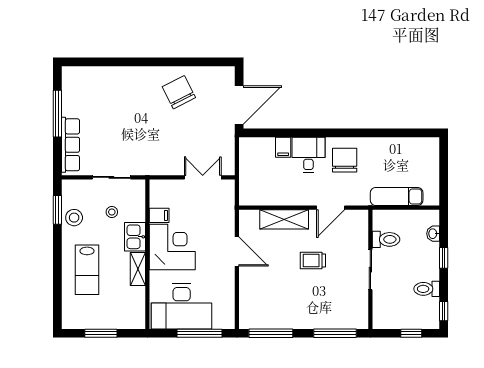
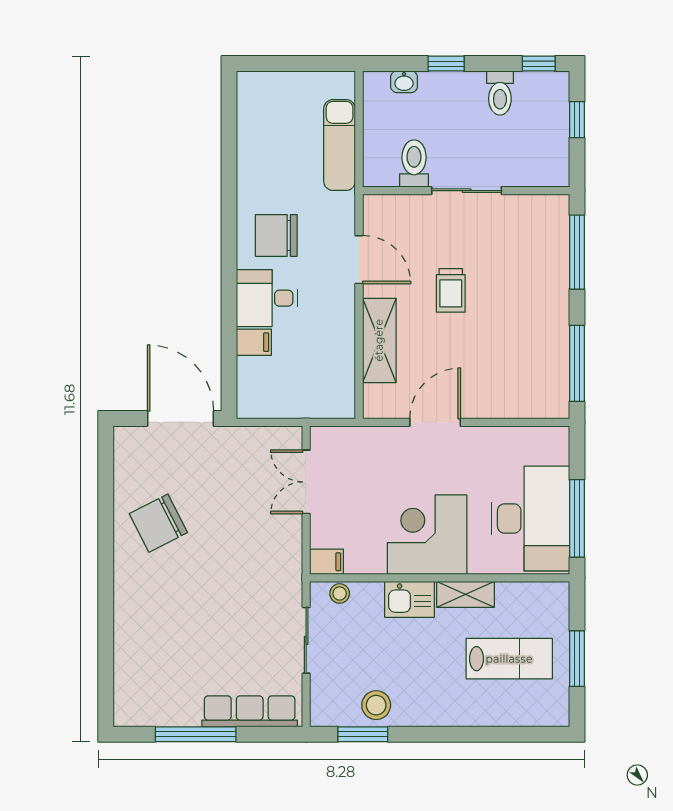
stool: (112, 212) -> (340, 593), moved
filing cabinet: (159, 215) -> (327, 562), moved, turned 90
lab bench: (87, 270) -> (509, 659), moved
window: (200, 333) -> (577, 518), moved

